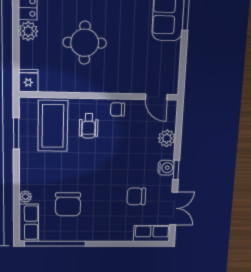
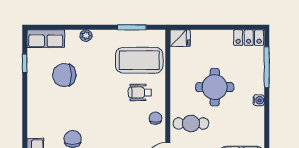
plant: (28, 31) -> (223, 38), removed
cafe table: (125, 71) -> (191, 123), added
plant: (25, 197) -> (86, 36), moved
window: (55, 244) -> (25, 63), width x0.32

